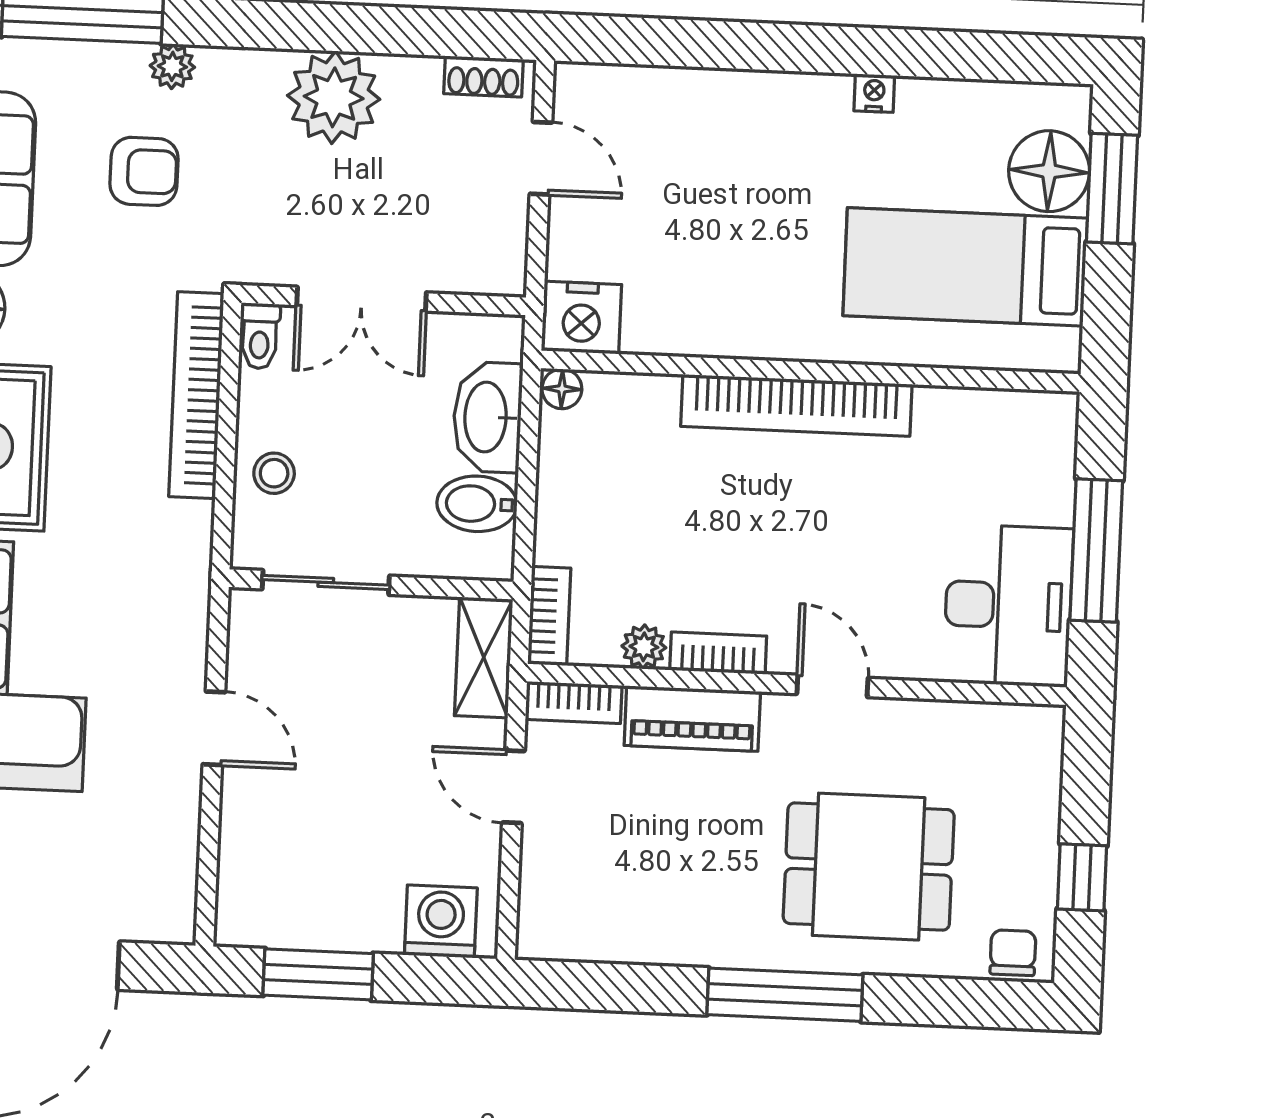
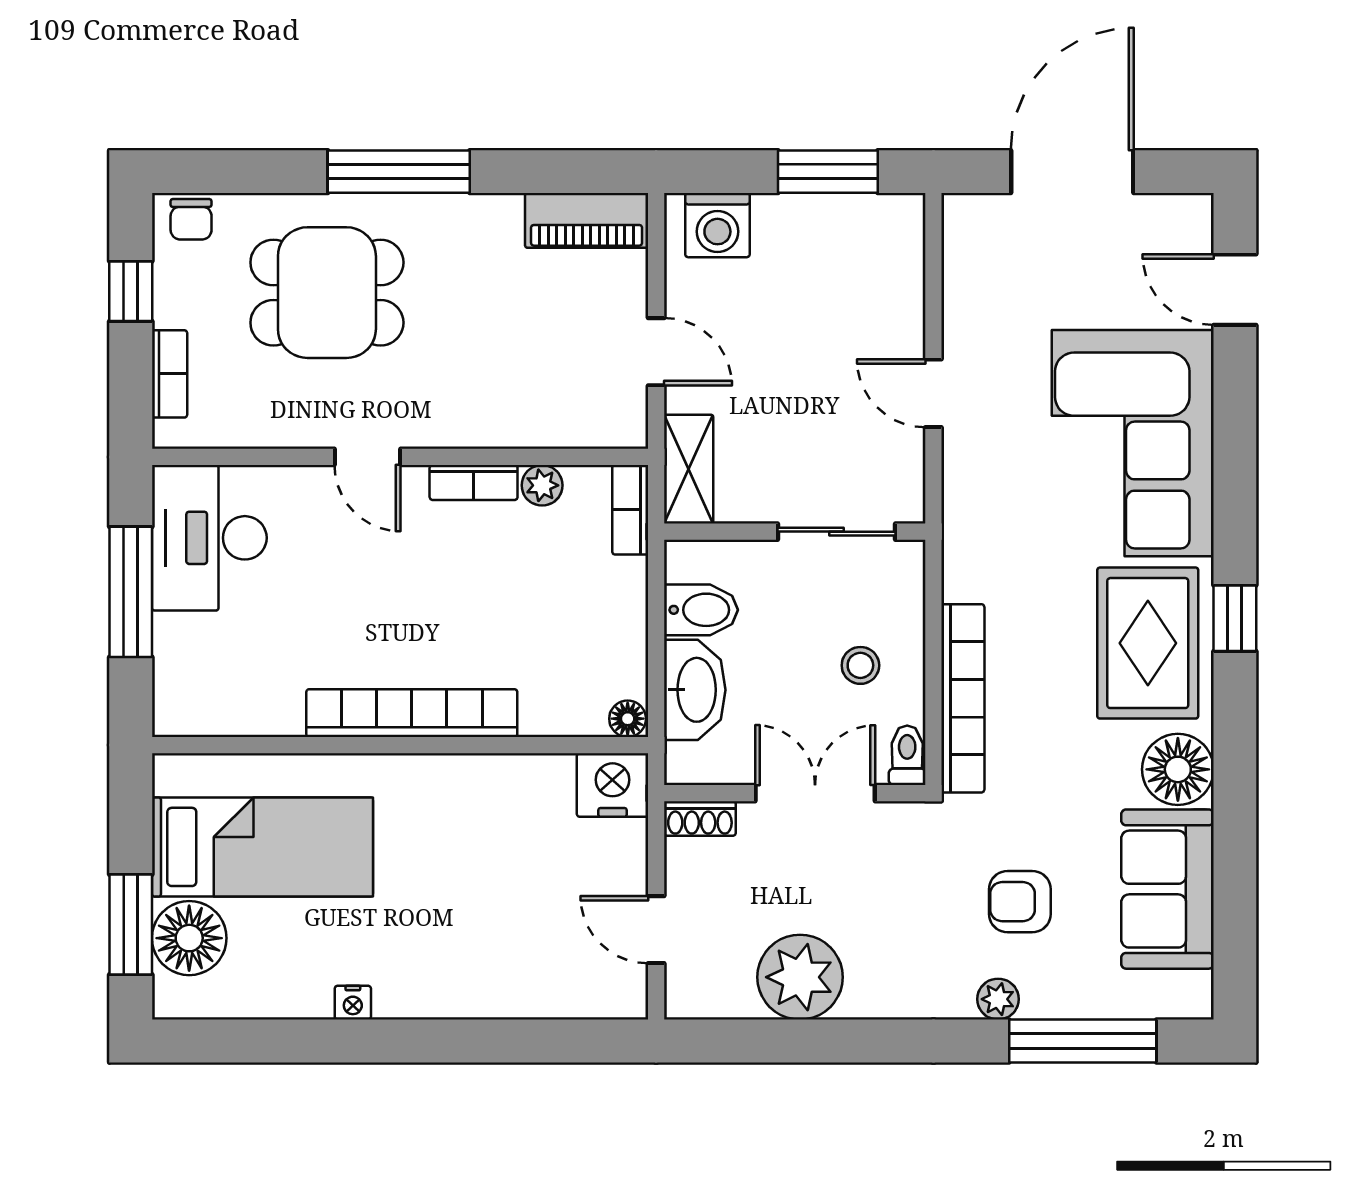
shoe rack: (483, 76) -> (700, 818), moved, turned 180
plant: (334, 97) -> (800, 977), moved
stool: (274, 473) -> (860, 665), moved
bookcase: (574, 702) -> (170, 374), moved, turned 90
piano: (692, 718) -> (587, 220), moved, turned 180

